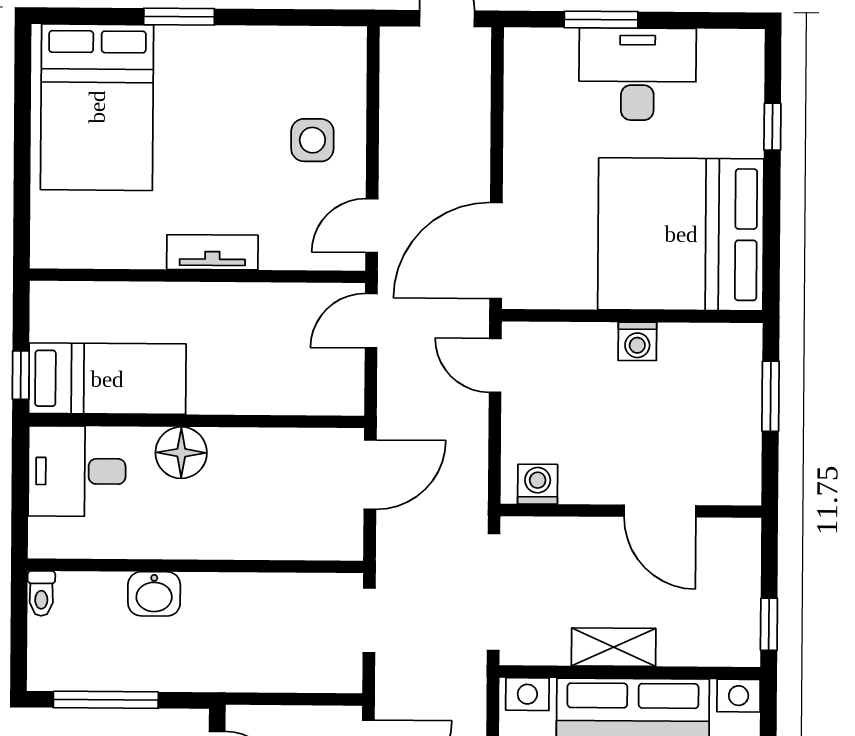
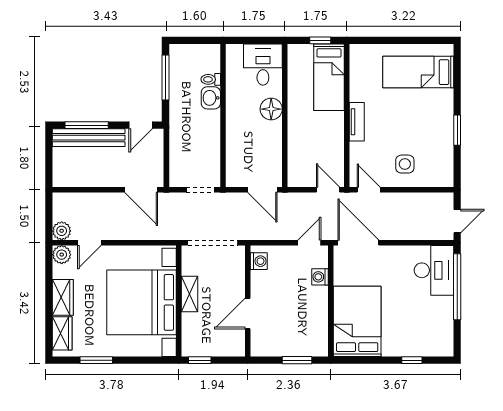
window: (179, 17) -> (457, 130), moved
window: (601, 20) -> (457, 287), width x2.11
desk: (637, 74) -> (434, 270), moved
bed: (97, 107) -> (418, 72), width x0.67
bed: (681, 234) -> (357, 321), width x0.73
washing machine: (637, 341) -> (320, 277), moved
window: (21, 375) -> (320, 40), moved
bed: (107, 379) -> (329, 77), moved
toilet: (41, 593) -> (211, 79), moved

